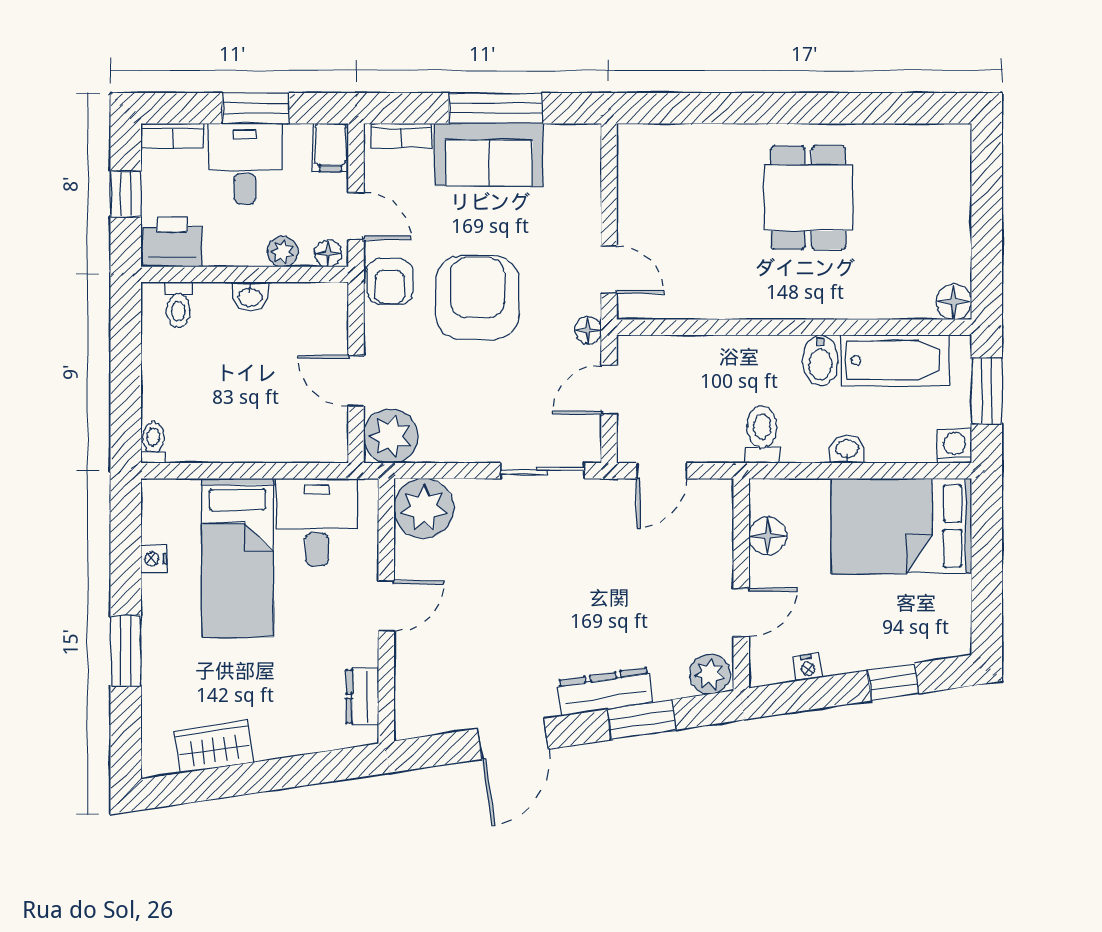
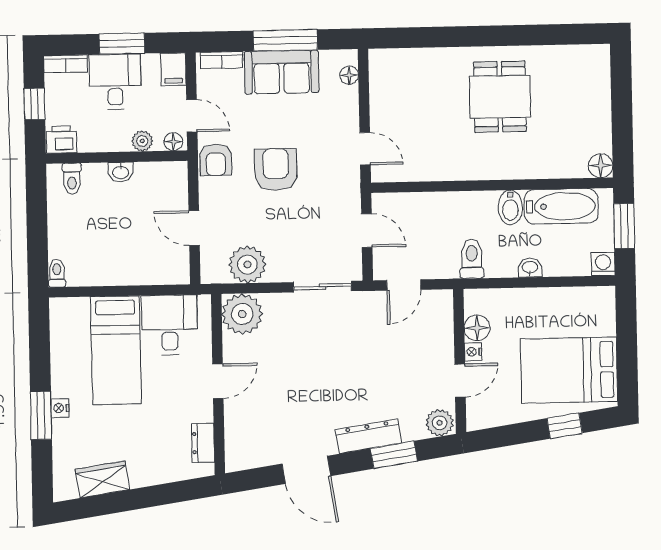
printer: (172, 242) -> (61, 139), width x0.73, depth x0.81
armchair: (477, 298) -> (276, 170), width x0.73, depth x0.73
floor lamp: (588, 330) -> (349, 75), moved
door: (609, 390) -> (367, 230), swing flipped
plant: (391, 436) -> (247, 265), moved
bed: (901, 526) -> (569, 370), moved
nightstand: (154, 559) -> (60, 408), moved
nightstand: (808, 667) -> (473, 352), moved, turned 99
door: (513, 739) -> (306, 470), hinge flipped

